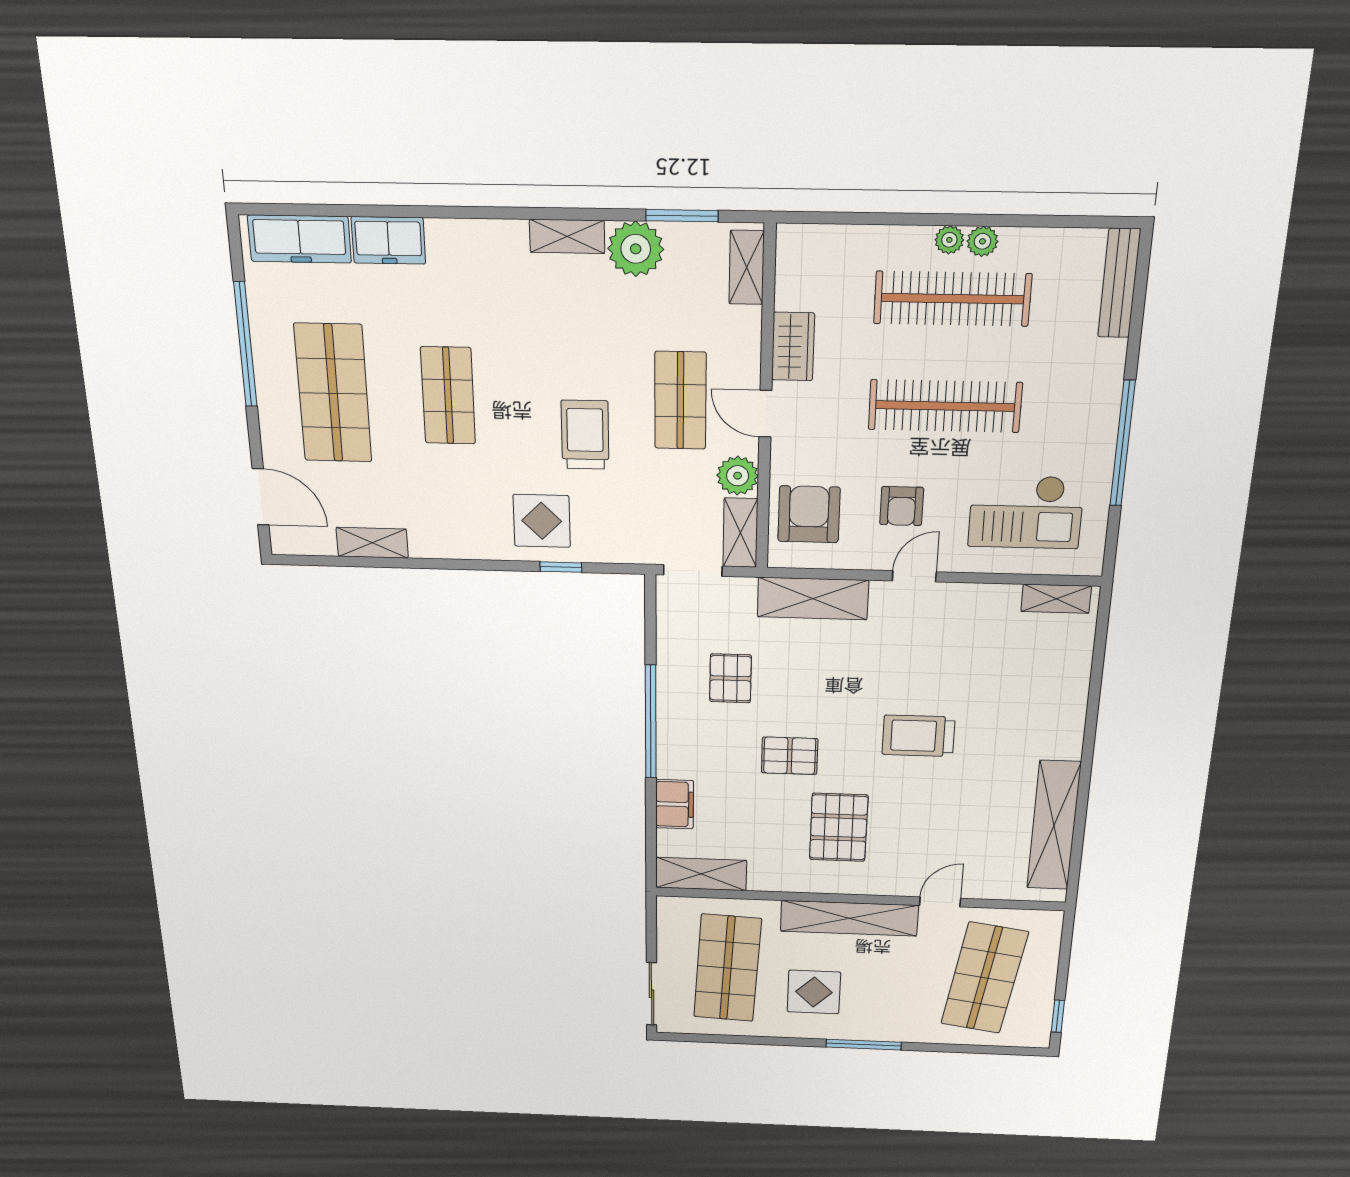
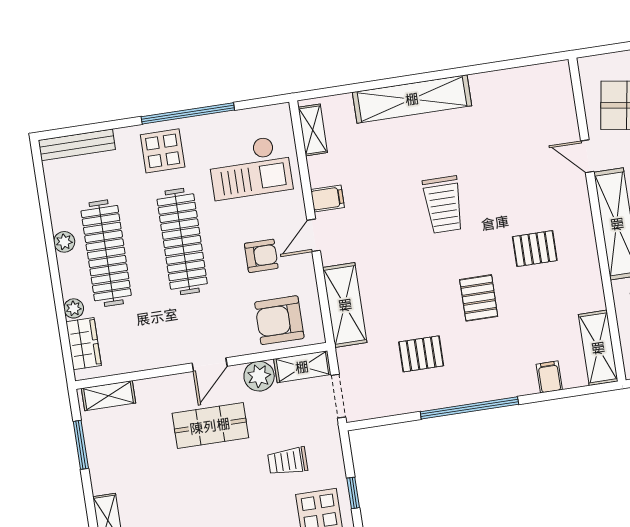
plant: (949, 240) -> (74, 308), moved
plant: (636, 249) -> (109, 473), removed
wardrobe: (793, 347) -> (84, 344), moved, turned 90
display table: (1079, 401) -> (163, 151), added
trolley: (585, 435) -> (288, 461), moved, width x0.73, depth x0.72
checkout: (1026, 512) -> (250, 168), turned 90
door: (914, 576) -> (314, 235), hinge flipped
filing cabinet: (960, 601) -> (328, 199), added
filing cabinet: (675, 804) -> (549, 377), width x0.50
shelving: (1054, 826) -> (412, 99), moved
pallet: (839, 827) -> (535, 249), width x0.67, depth x0.71

